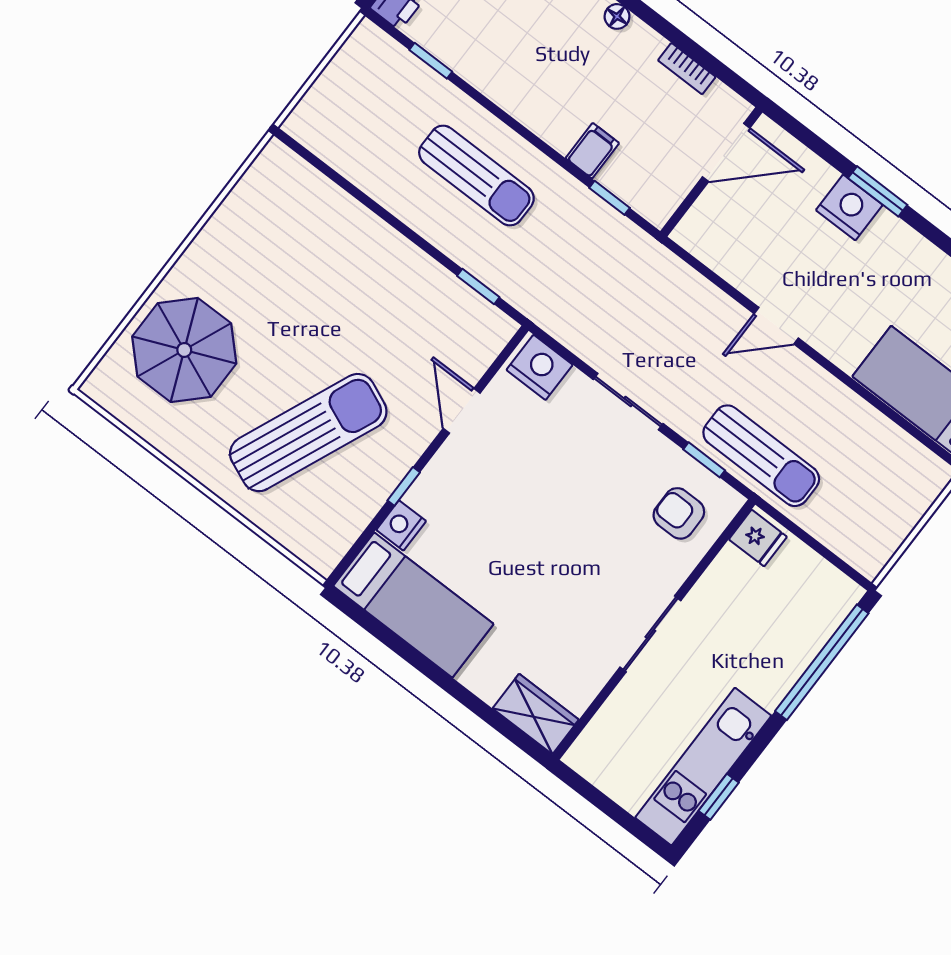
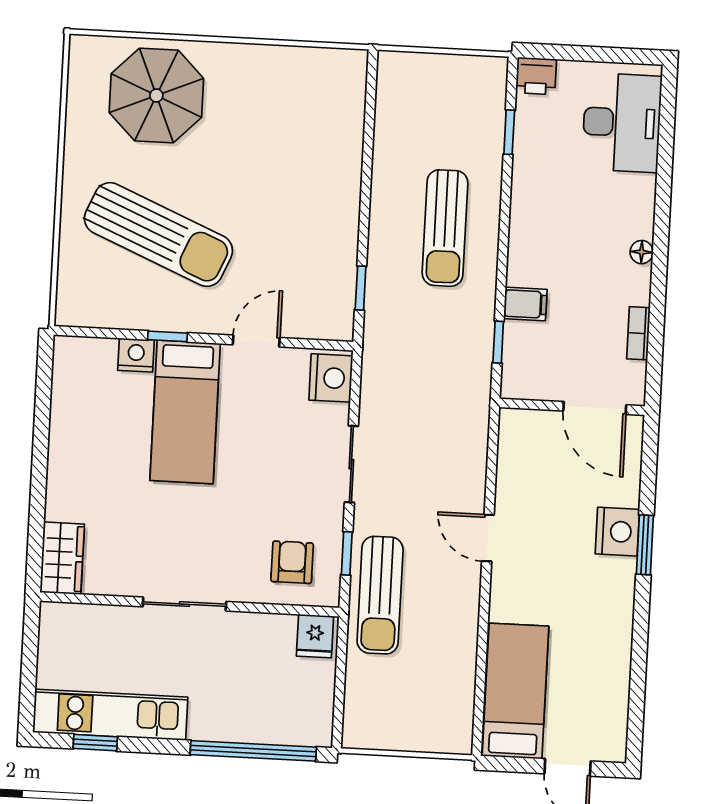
bed: (413, 605) -> (185, 412), moved

